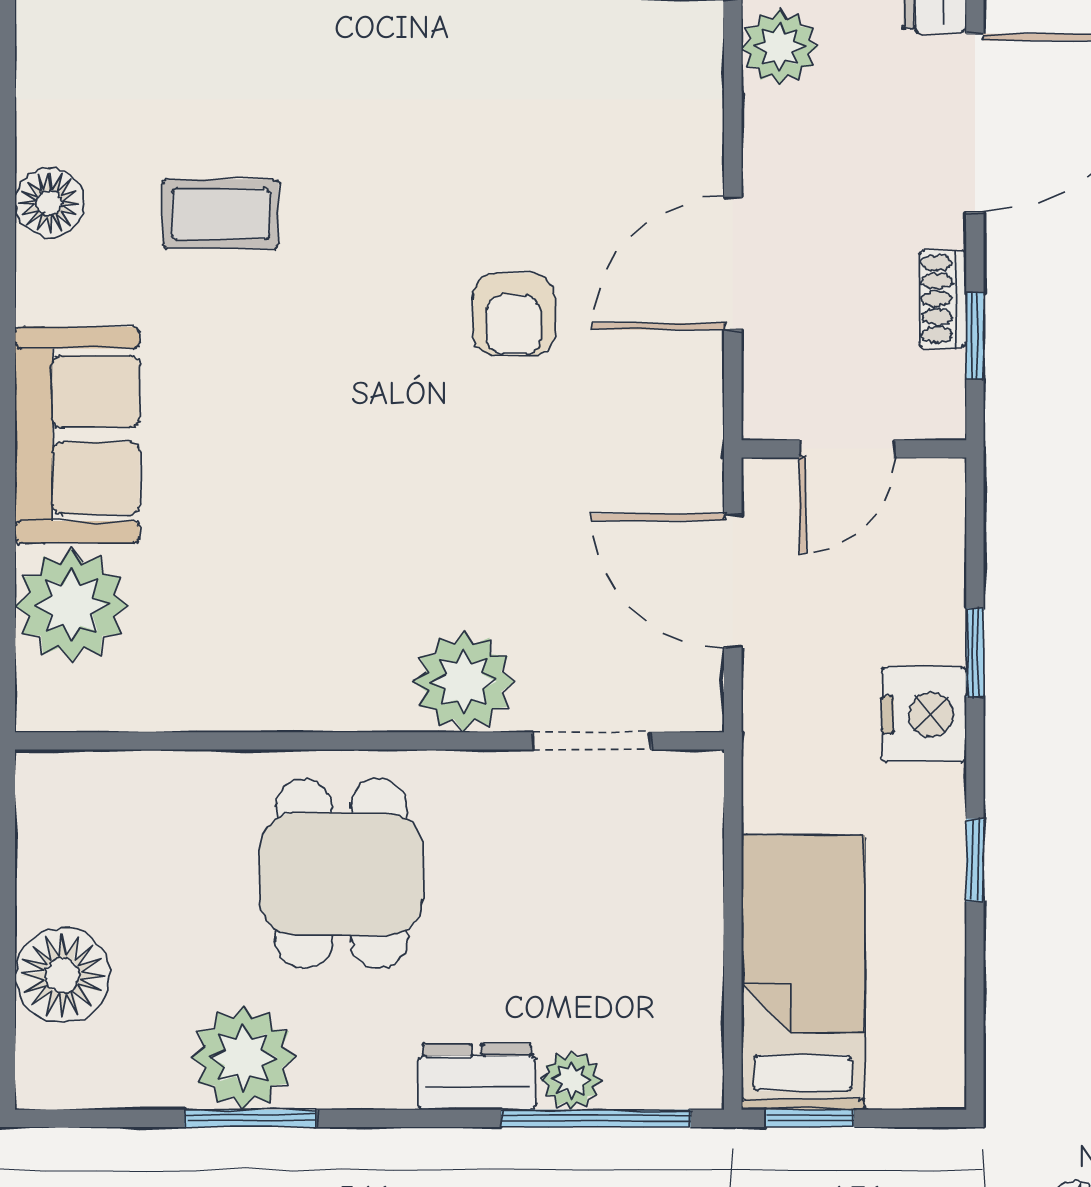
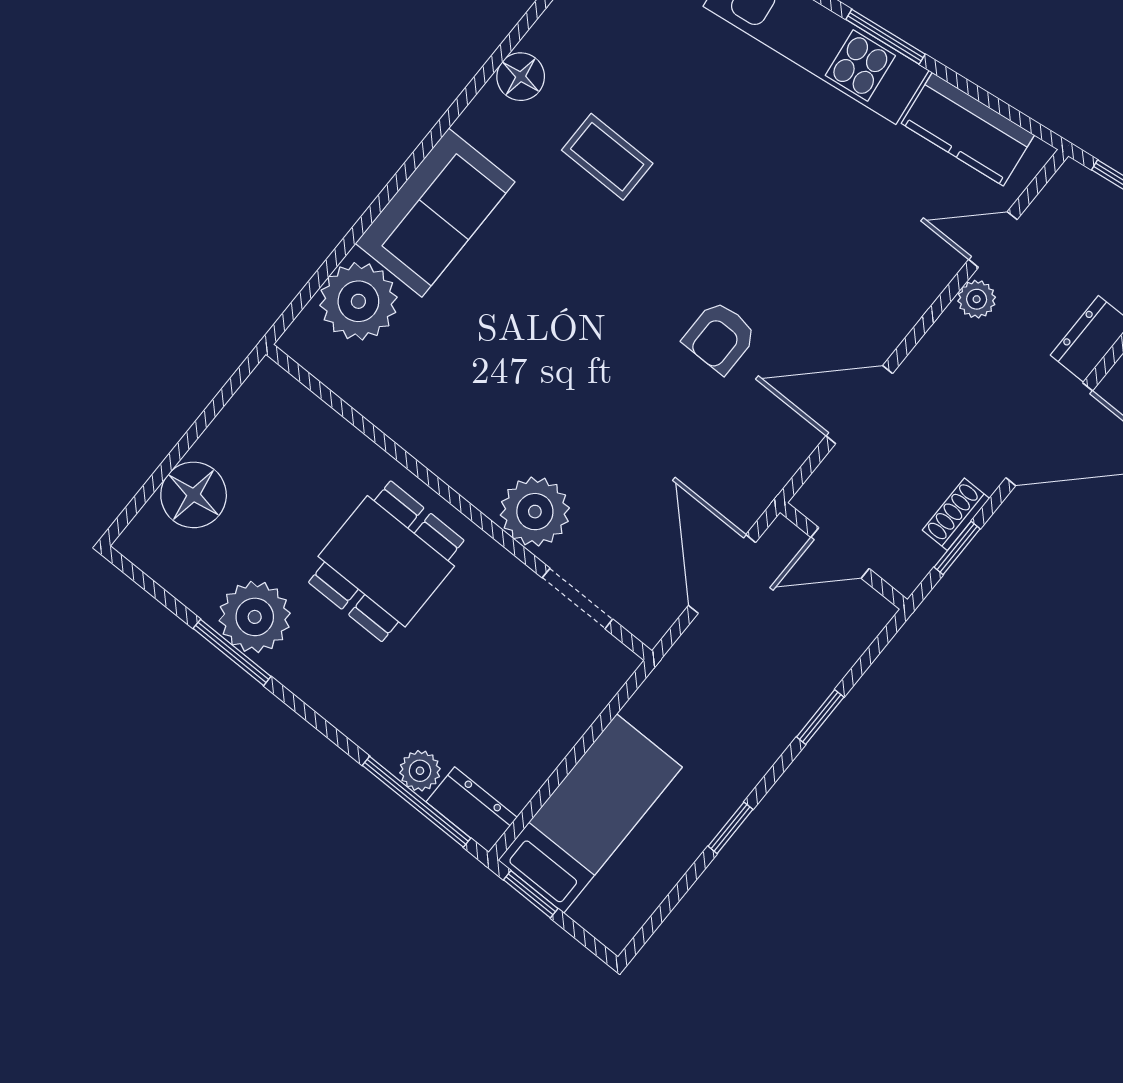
plant: (780, 47) -> (977, 299), width x0.73, depth x0.73
nightstand: (924, 715) -> (766, 728), removed
dresser: (477, 1077) -> (472, 810), moved

